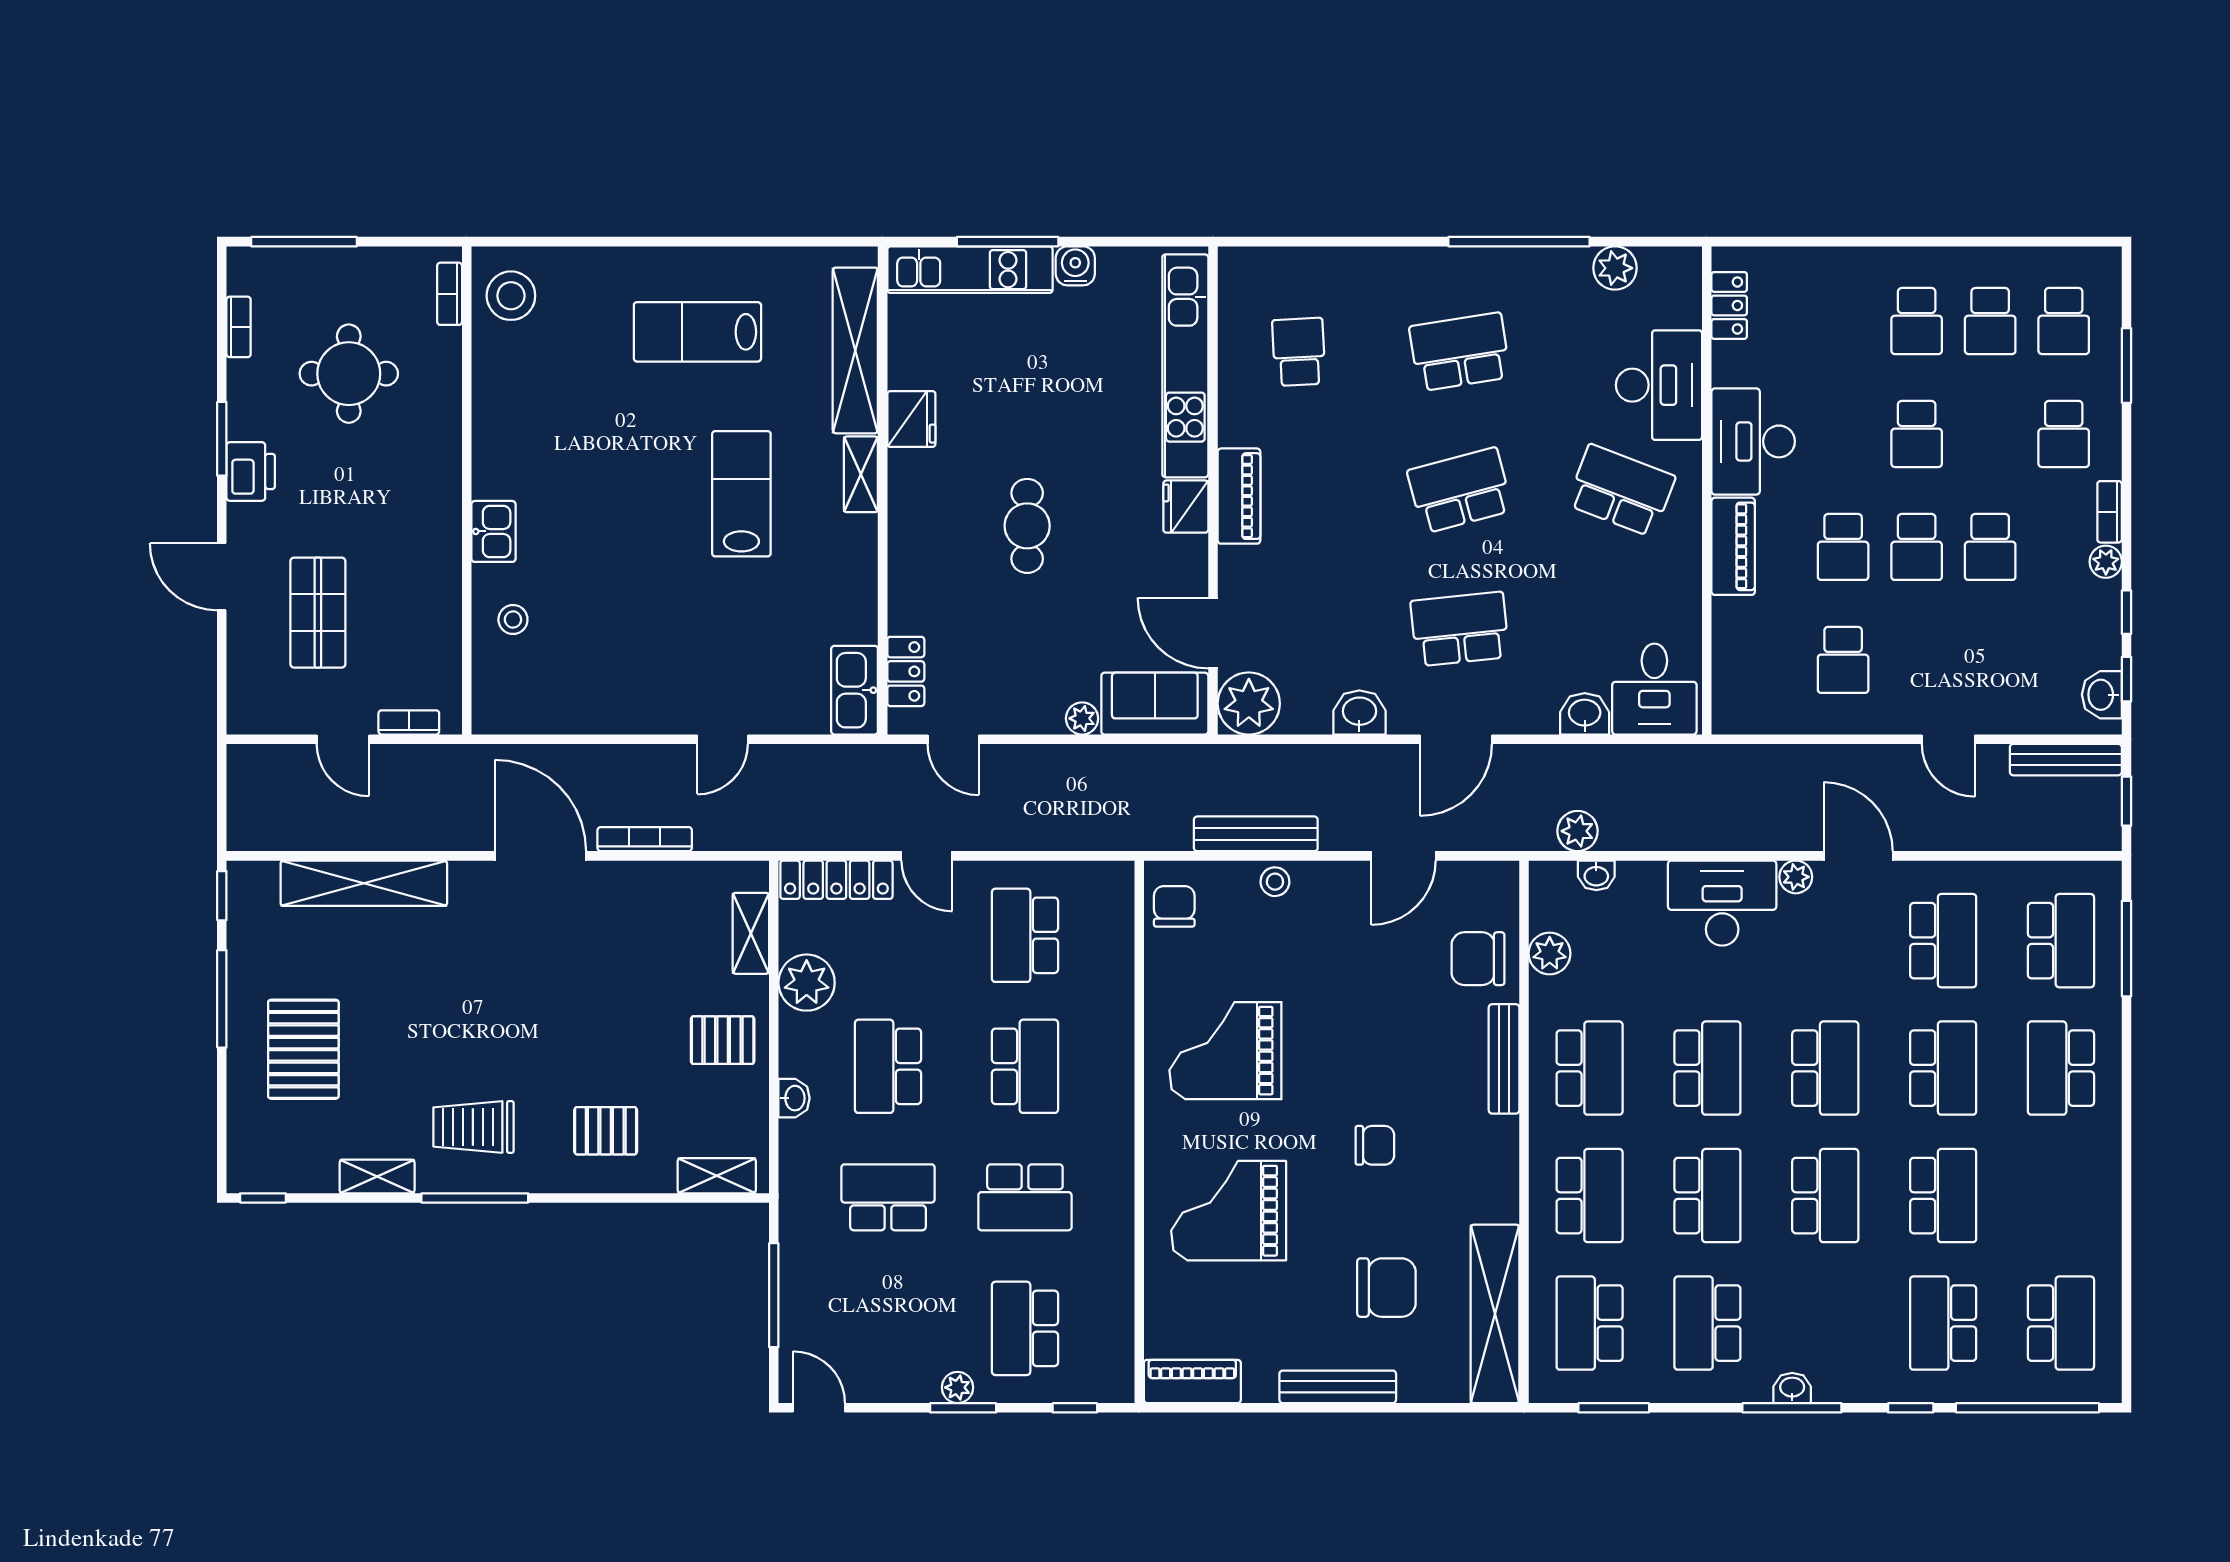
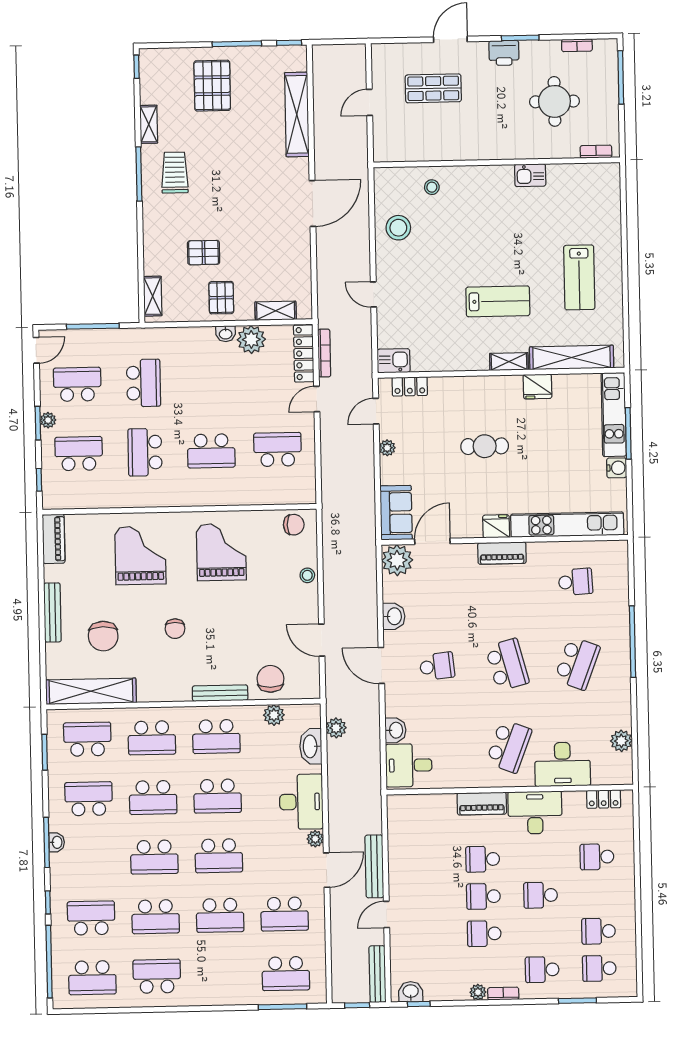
window: (1519, 242) -> (633, 642), moved
stool: (511, 296) -> (398, 228), moved
school desk: (1917, 321) -> (597, 857), moved
lab bench: (697, 332) -> (579, 277), turned 180
school desk: (1460, 352) -> (577, 663), turned 30
kitchen sink: (493, 531) -> (530, 175), moved
window: (2127, 612) -> (453, 1003), removed
school desk: (1460, 629) -> (437, 666), width x0.54
school desk: (1843, 660) -> (426, 860), removed
kitchen sink: (855, 690) -> (394, 361), width x0.73
plant: (1082, 718) -> (387, 448), moved
bookcase: (409, 722) -> (379, 136), removed
bench: (1256, 834) -> (374, 866), moved
bookcase: (645, 839) -> (324, 353), moved
washbasin: (1596, 875) -> (311, 746), width x1.91, depth x1.45
pallet: (303, 1049) -> (212, 86), turned 90
school desk: (888, 1066) -> (77, 384), moved
school desk: (2061, 1068) -> (157, 976), moved
washbasin: (794, 1098) -> (226, 334), moved
pallet: (606, 1131) -> (204, 253), moved, turned 90

